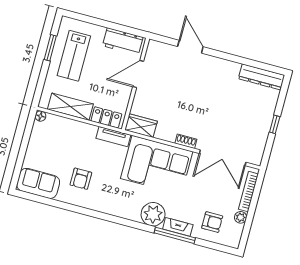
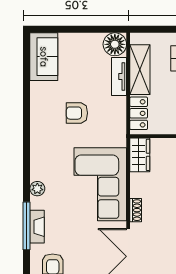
floor lamp: (40, 116) -> (115, 44), width x1.89, depth x1.89
tv unit: (113, 137) -> (119, 76), moved
armchair: (81, 179) -> (77, 113), moved
plant: (153, 214) -> (37, 189), width x0.53, depth x0.53

